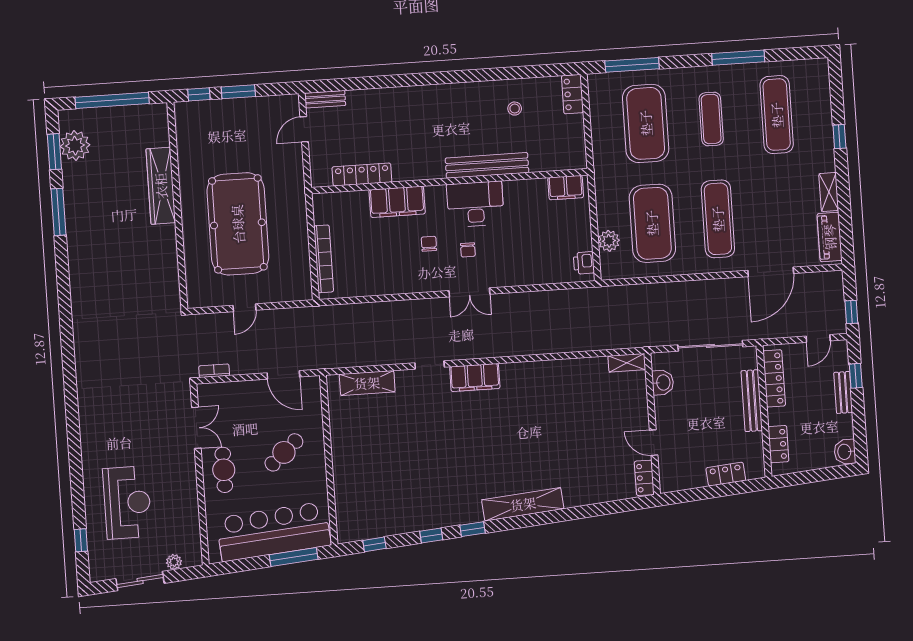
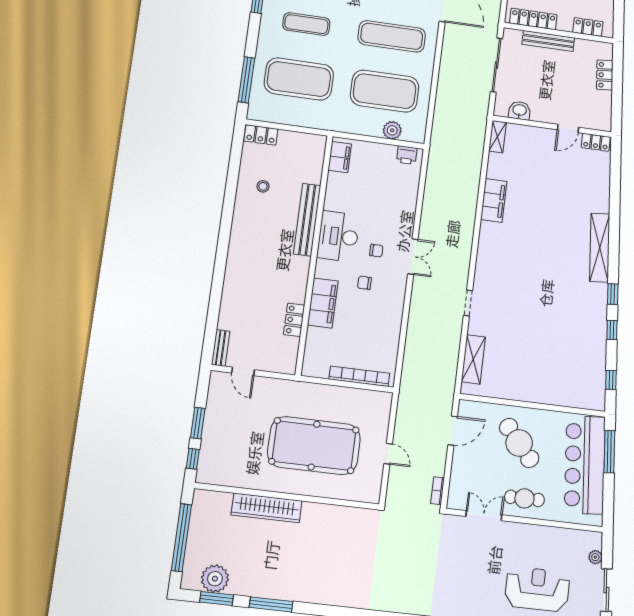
locker: (362, 174) -> (294, 320), width x0.66
filing cabinet: (475, 377) -> (494, 200), moved
cafe table: (284, 452) -> (519, 443), width x1.37, depth x1.35

